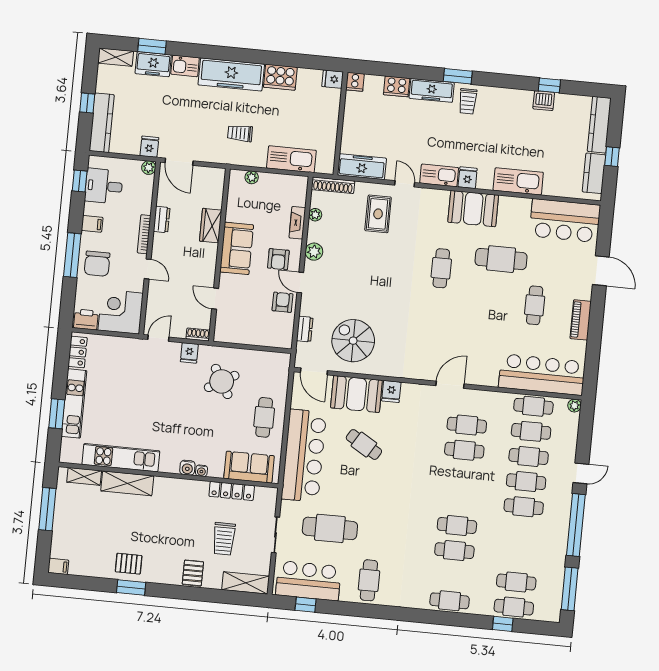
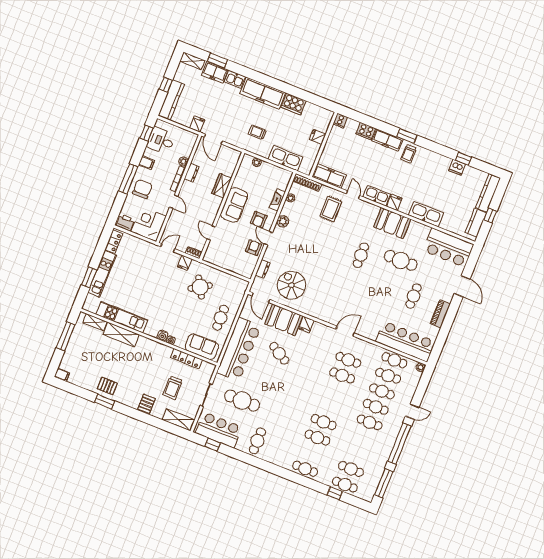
fridge: (333, 79) -> (318, 137), moved
plant: (149, 168) -> (183, 161), moved
chair: (97, 264) -> (142, 189), turned 180

